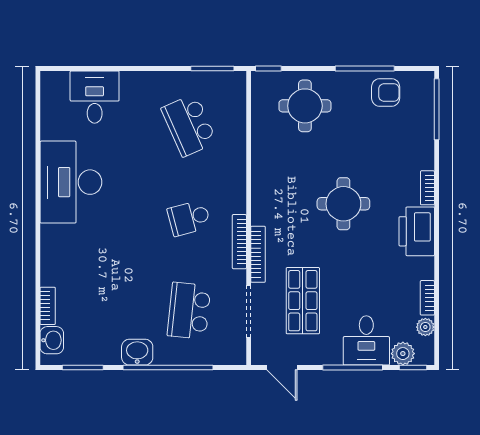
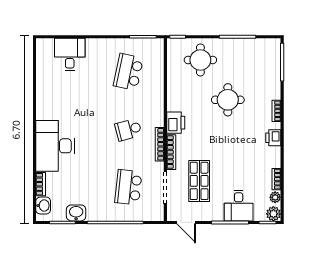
armchair: (386, 92) -> (250, 52), removed
school desk: (189, 125) -> (128, 72), turned 36
desk: (71, 182) -> (55, 146), moved
round table: (343, 204) -> (228, 100), moved
printer: (265, 207) -> (176, 123), added
printer: (417, 231) -> (273, 138), width x0.53, depth x0.68
washbasin: (137, 352) -> (76, 213), moved
plant: (403, 354) -> (273, 214), moved

